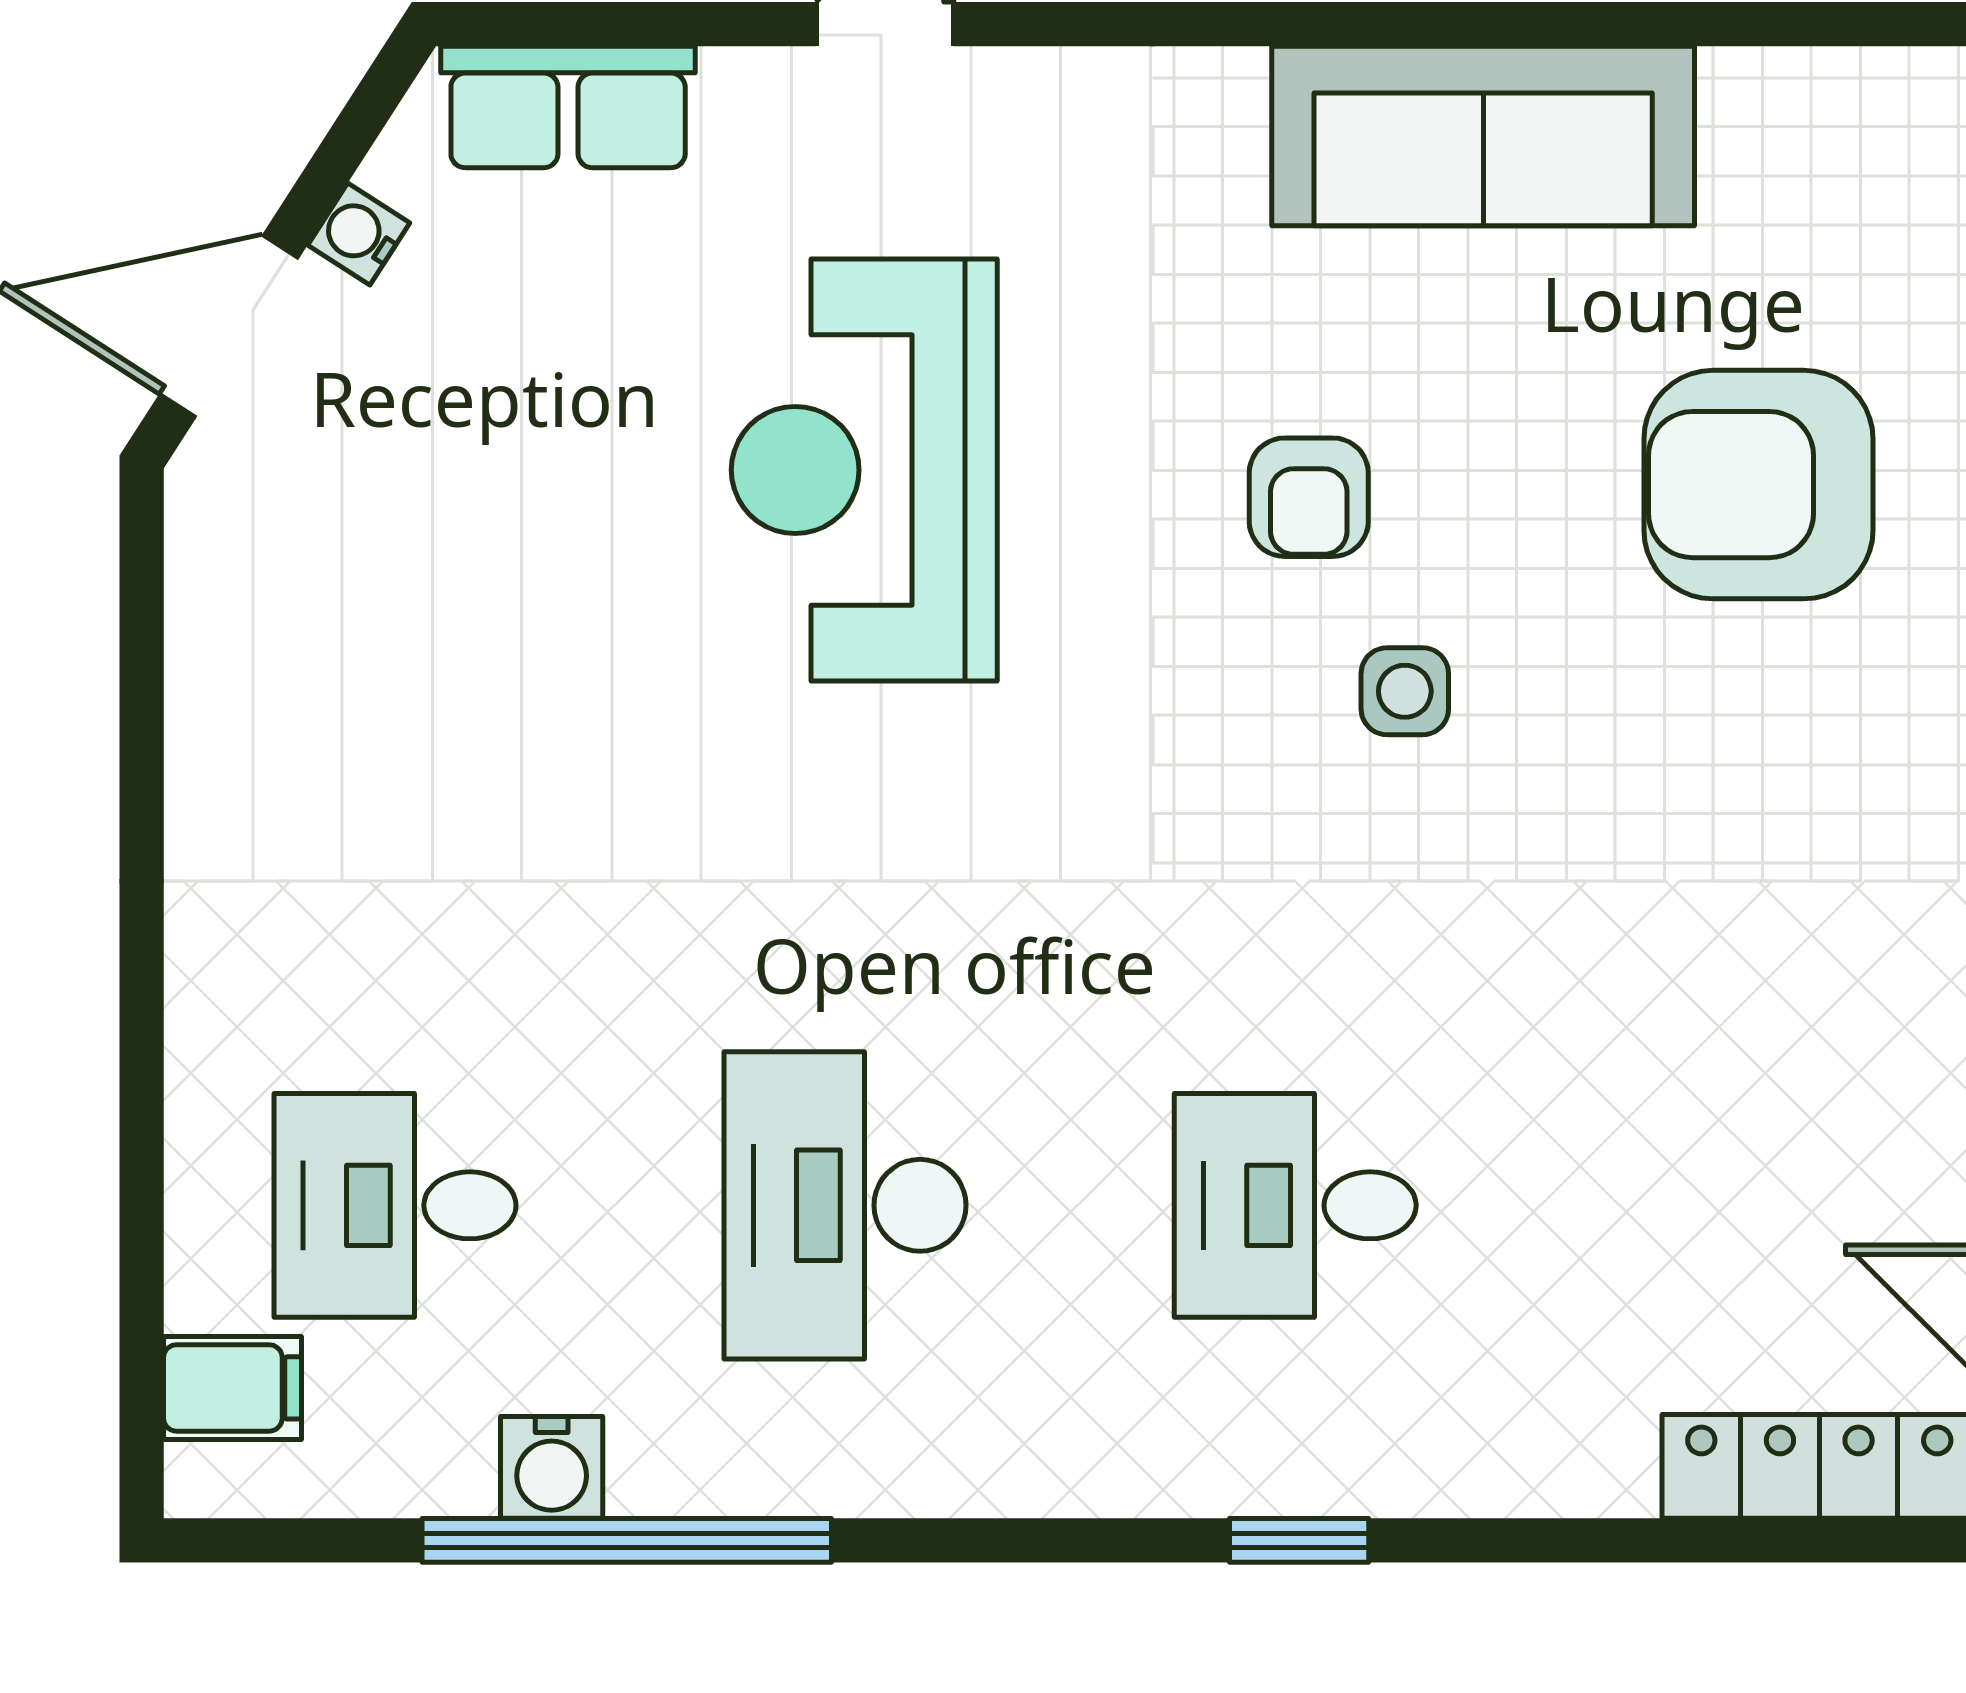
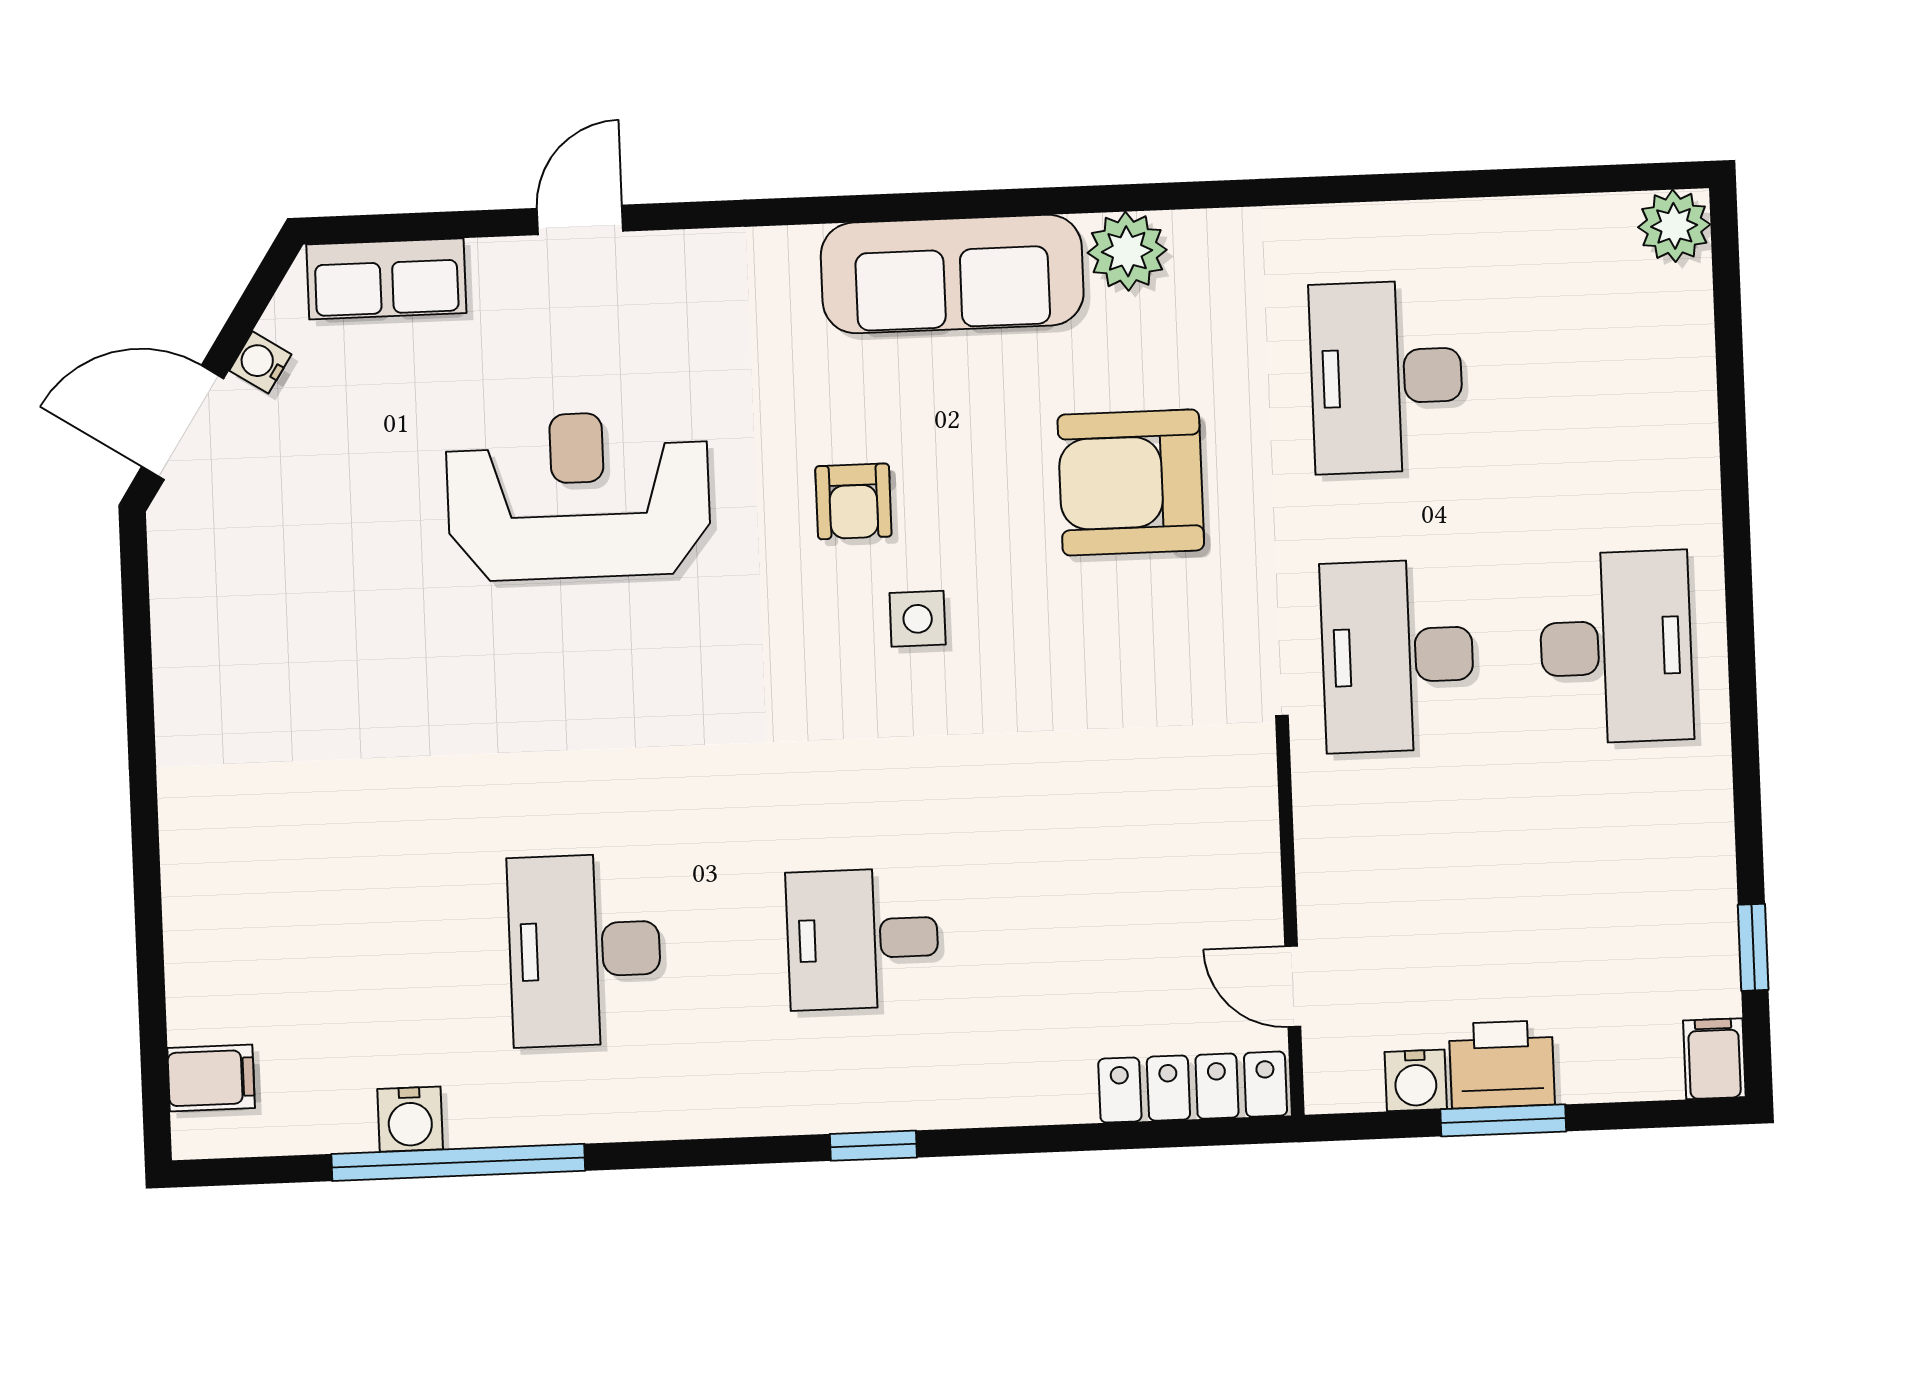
plant: (1767, 110) -> (1127, 251), added
reception desk: (864, 470) -> (578, 496), turned 90
desk: (395, 1205) -> (307, 961), removed

